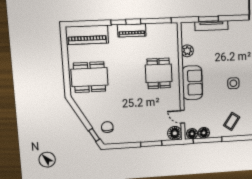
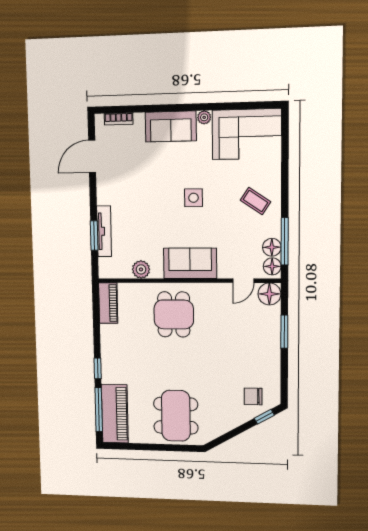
window: (156, 21) -> (99, 410), moved
piano: (132, 30) -> (108, 303), moved
dining table: (159, 73) -> (174, 314), turned 90

